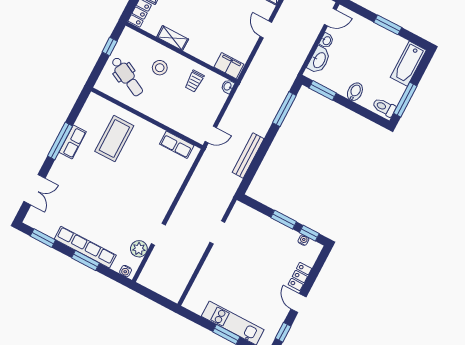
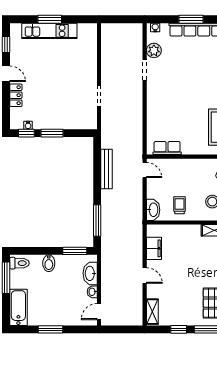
filing cabinet: (229, 66) -> (154, 248), moved, turned -90
washbasin: (228, 86) -> (153, 210), width x1.91, depth x1.45
door: (211, 135) -> (145, 170), swing flipped

